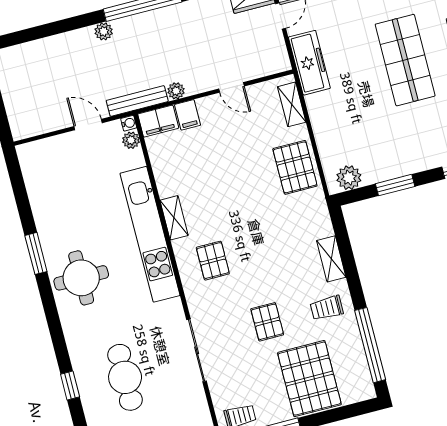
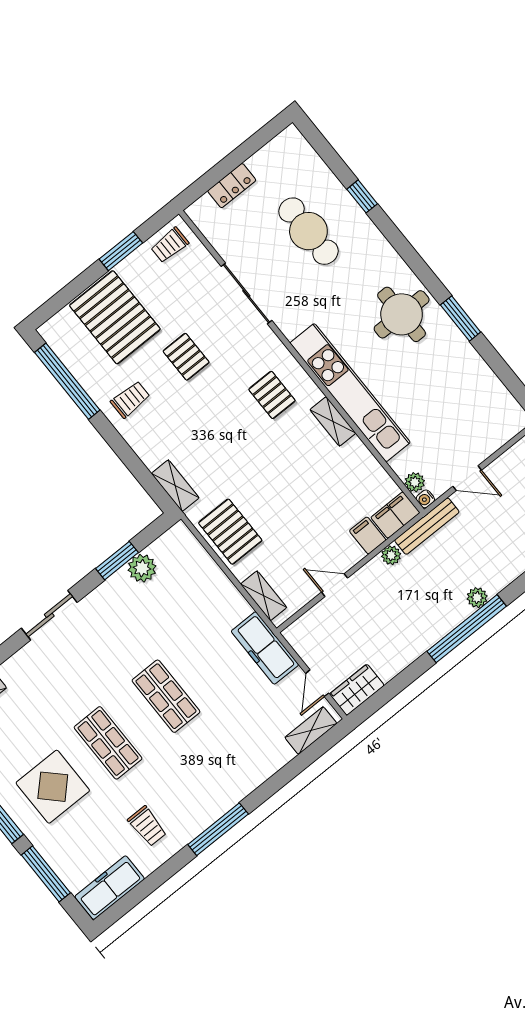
plant: (104, 31) -> (477, 598), moved
shop shelf: (405, 60) -> (166, 696), width x0.70, depth x0.74
plant: (349, 178) -> (142, 568), moved
shelving: (331, 259) -> (175, 486), moved

